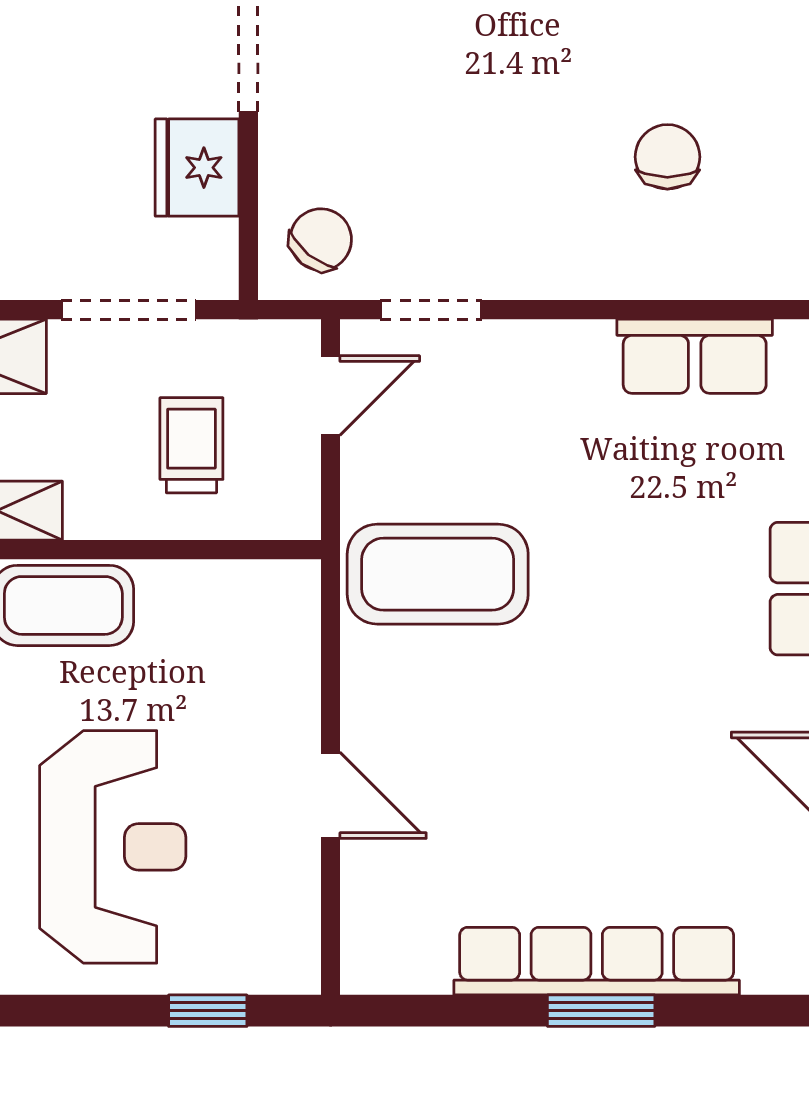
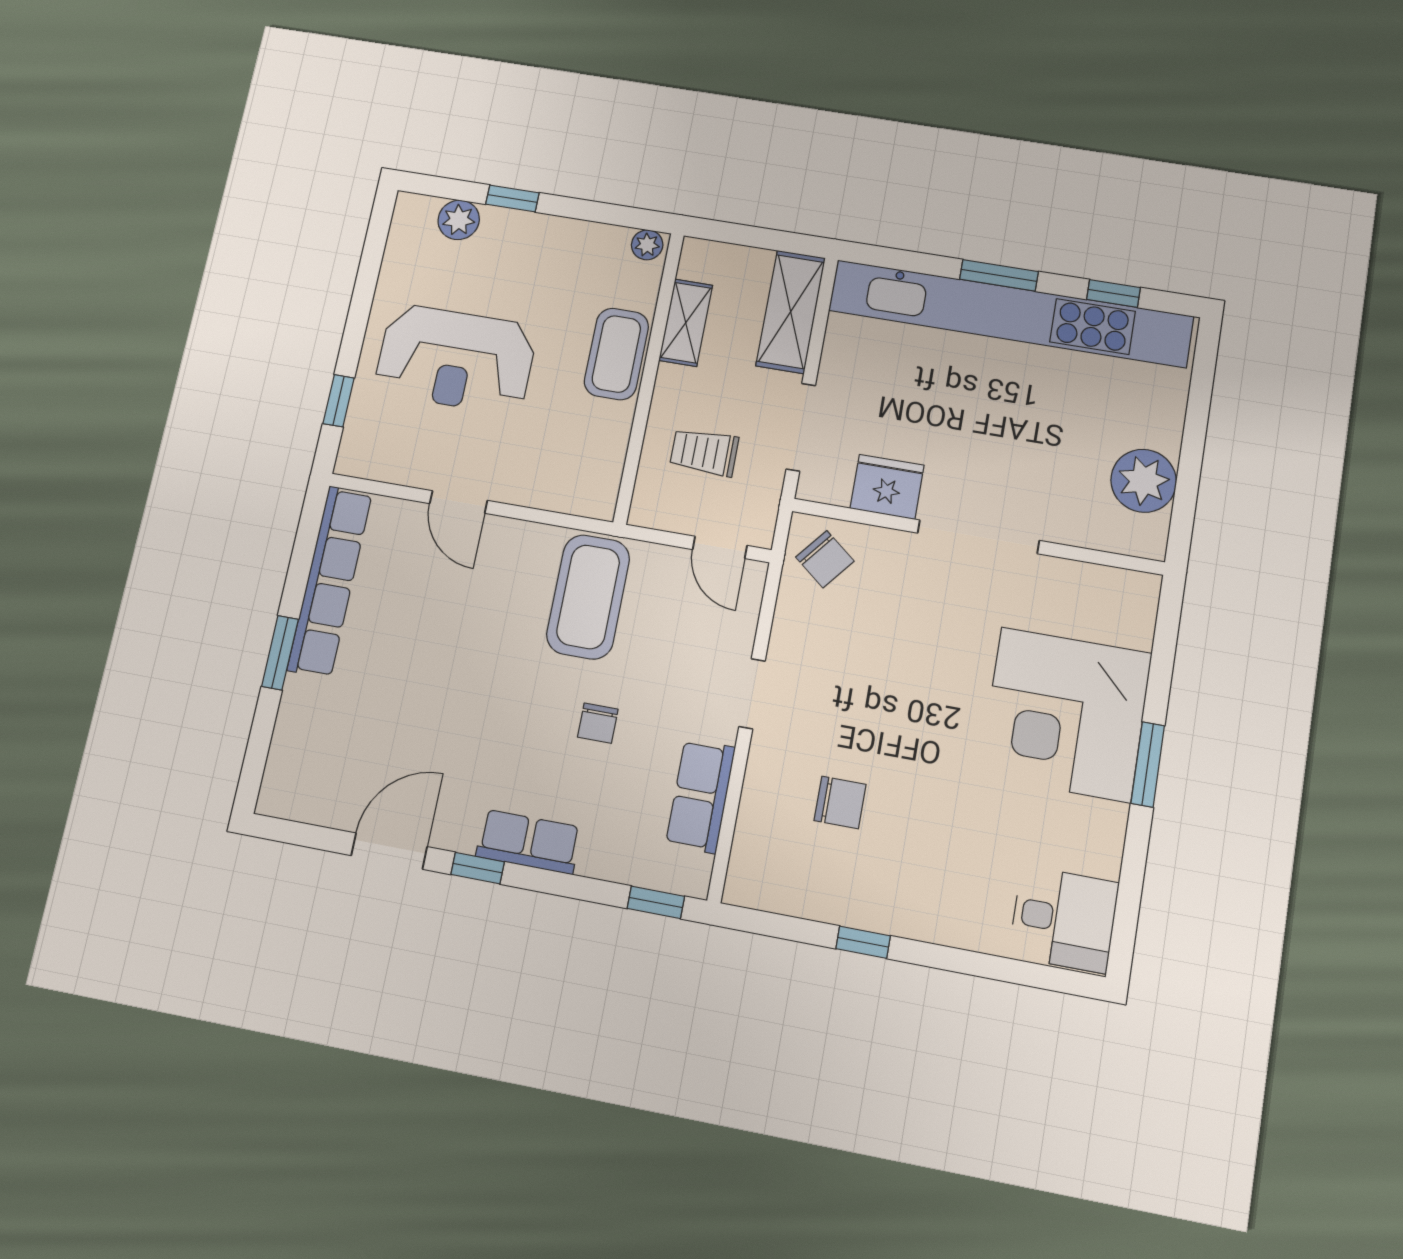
doorway: (431, 310) -> (752, 694), moved
trolley: (191, 445) -> (704, 452), turned 180
chair: (619, 523) -> (598, 723), added
door: (331, 795) -> (459, 502), hinge flipped
row of seats: (597, 961) -> (330, 581), moved

